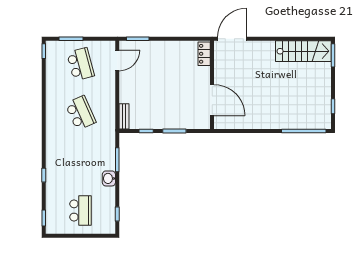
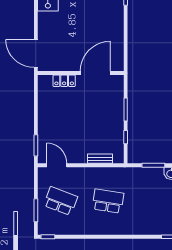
locker: (204, 54) -> (64, 81), moved
school desk: (80, 64) -> (61, 201), turned 36
school desk: (80, 113) -> (108, 201), turned 33
bench: (124, 116) -> (100, 159), moved

